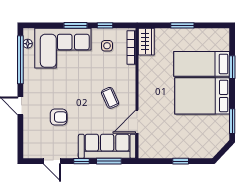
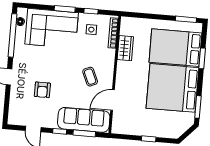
window: (182, 25) -> (186, 19), moved
wardrobe: (146, 42) -> (125, 48), moved
bed: (202, 64) -> (175, 48), width x1.50
bed: (202, 96) -> (172, 88), width x1.36
armchair: (59, 117) -> (42, 90), turned 90

